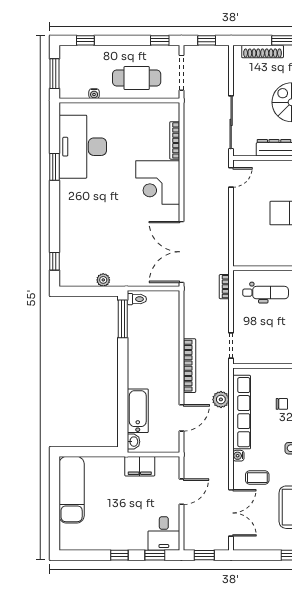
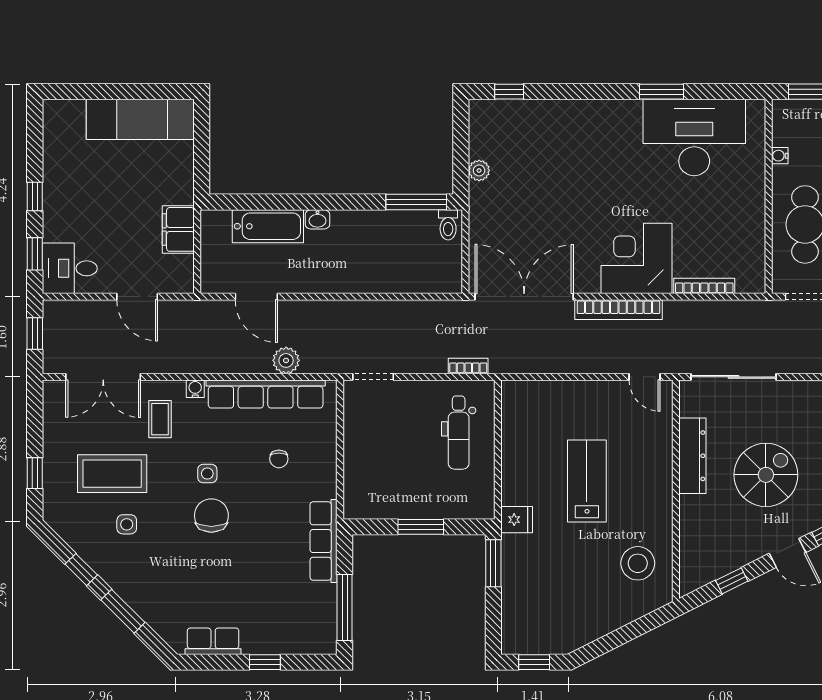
bookcase: (189, 366) -> (618, 310), moved
washbasin: (134, 442) -> (317, 219), moved

